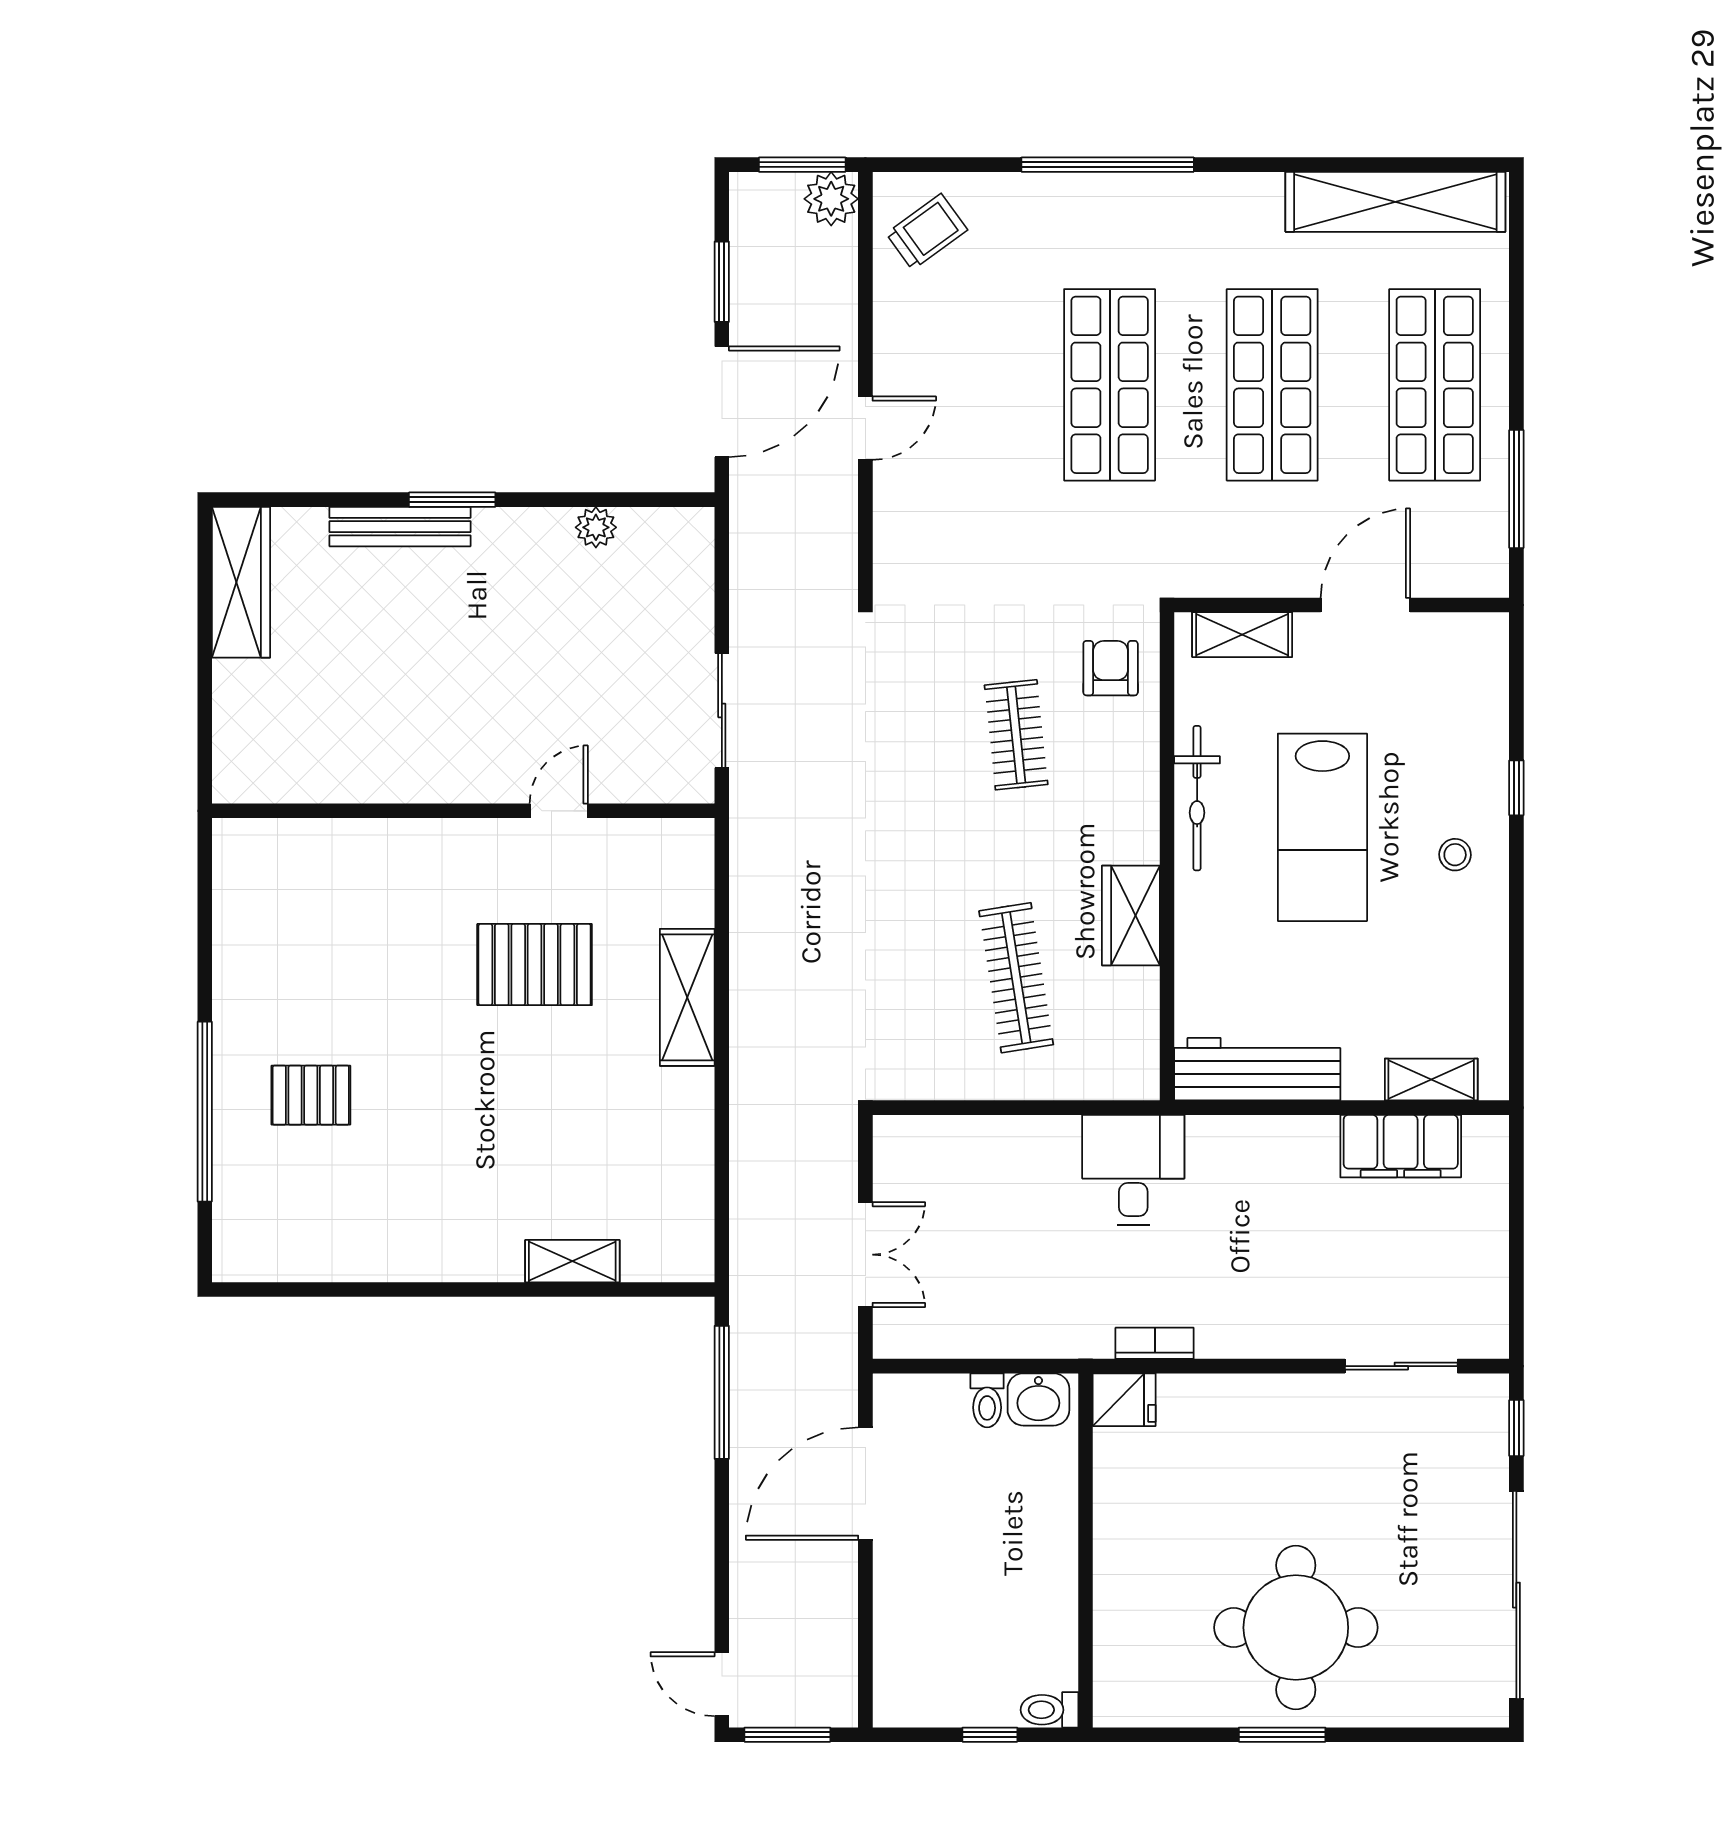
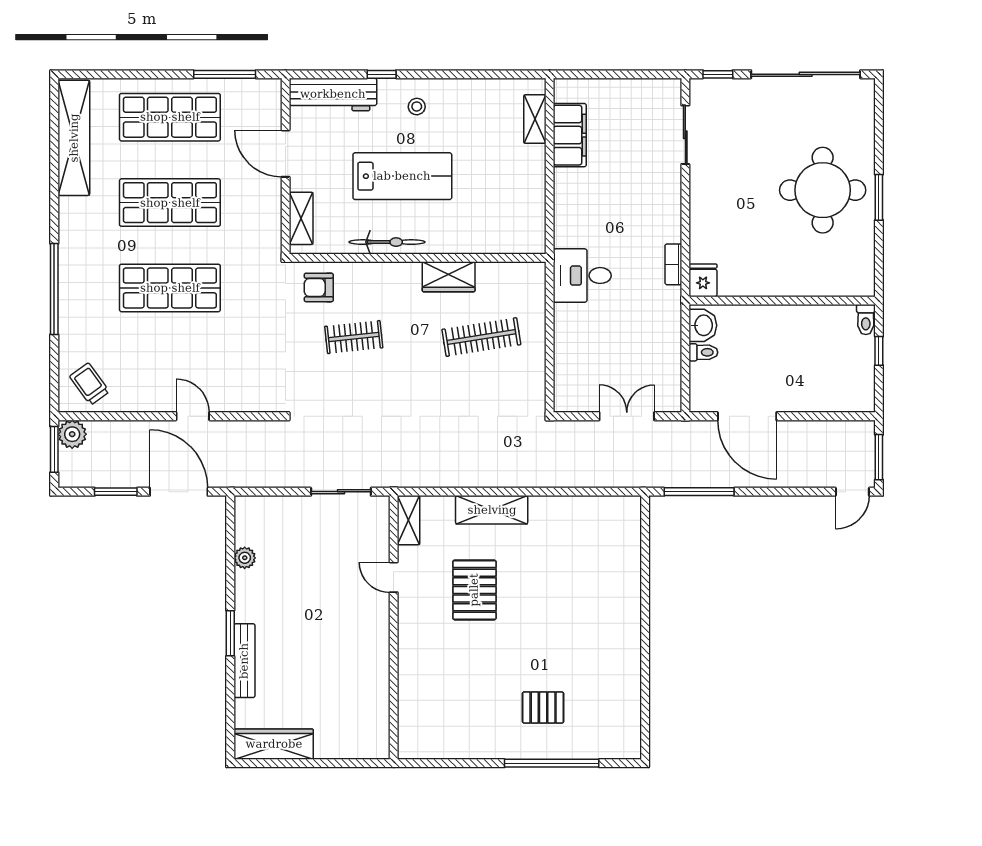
workbench: (1257, 1069) -> (333, 94), moved, turned -90
pallet: (311, 1095) -> (543, 708), turned 90
shelving: (572, 1261) -> (409, 520), moved

